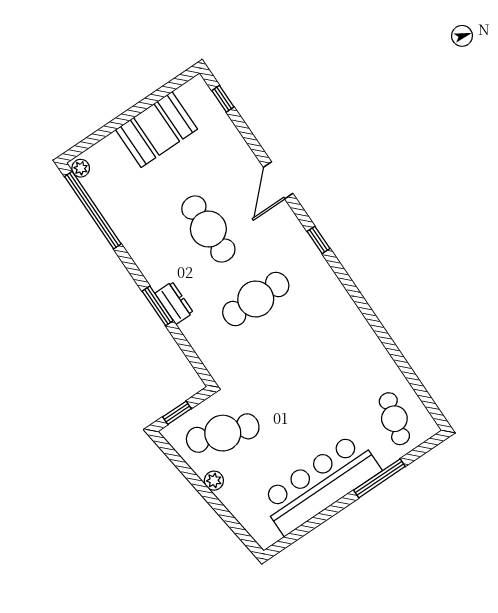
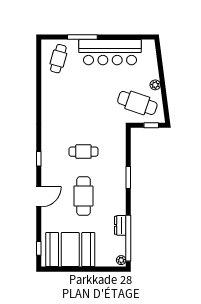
booth: (156, 129) -> (70, 250), width x1.36, depth x1.42
cafe table: (256, 299) -> (83, 152), width x0.73, depth x0.74
dresser: (174, 303) -> (120, 225), moved

